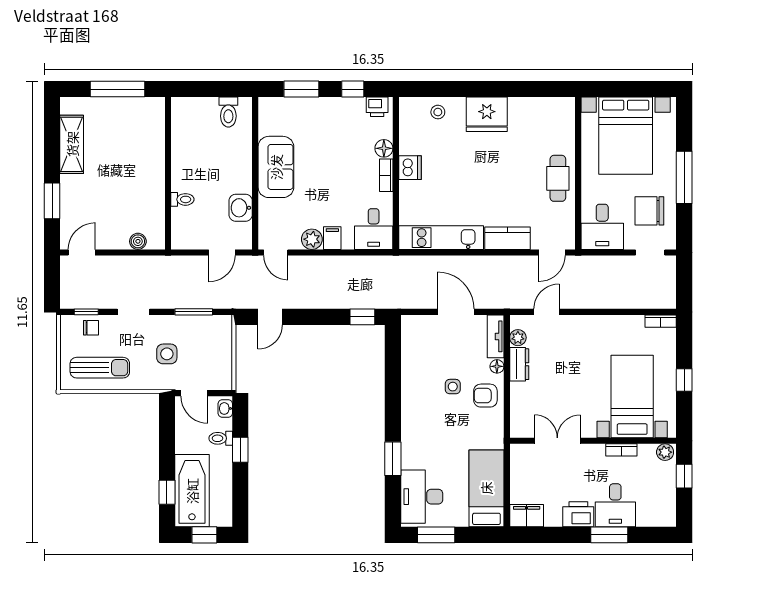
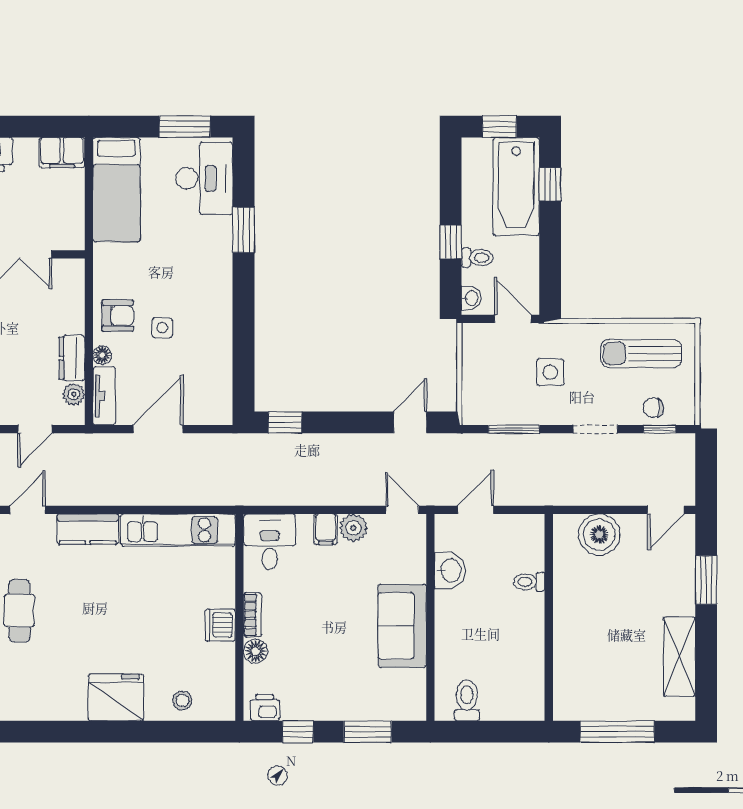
boiler: (138, 241) -> (599, 535), width x1.86, depth x1.86
door: (456, 312) -> (158, 429), swing flipped

